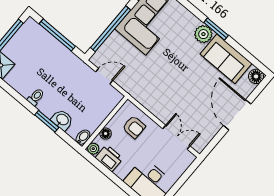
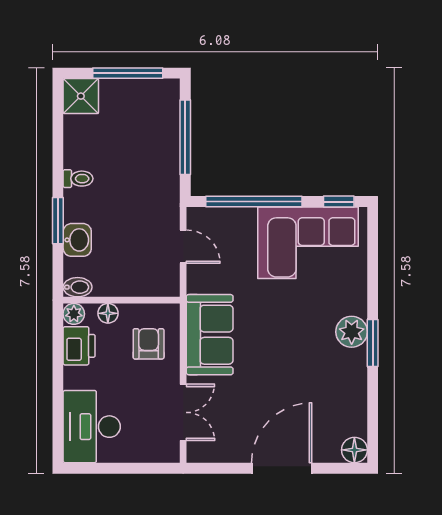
sofa: (226, 59) -> (210, 335), moved, turned 180
armchair: (134, 127) -> (149, 344), turned 180

